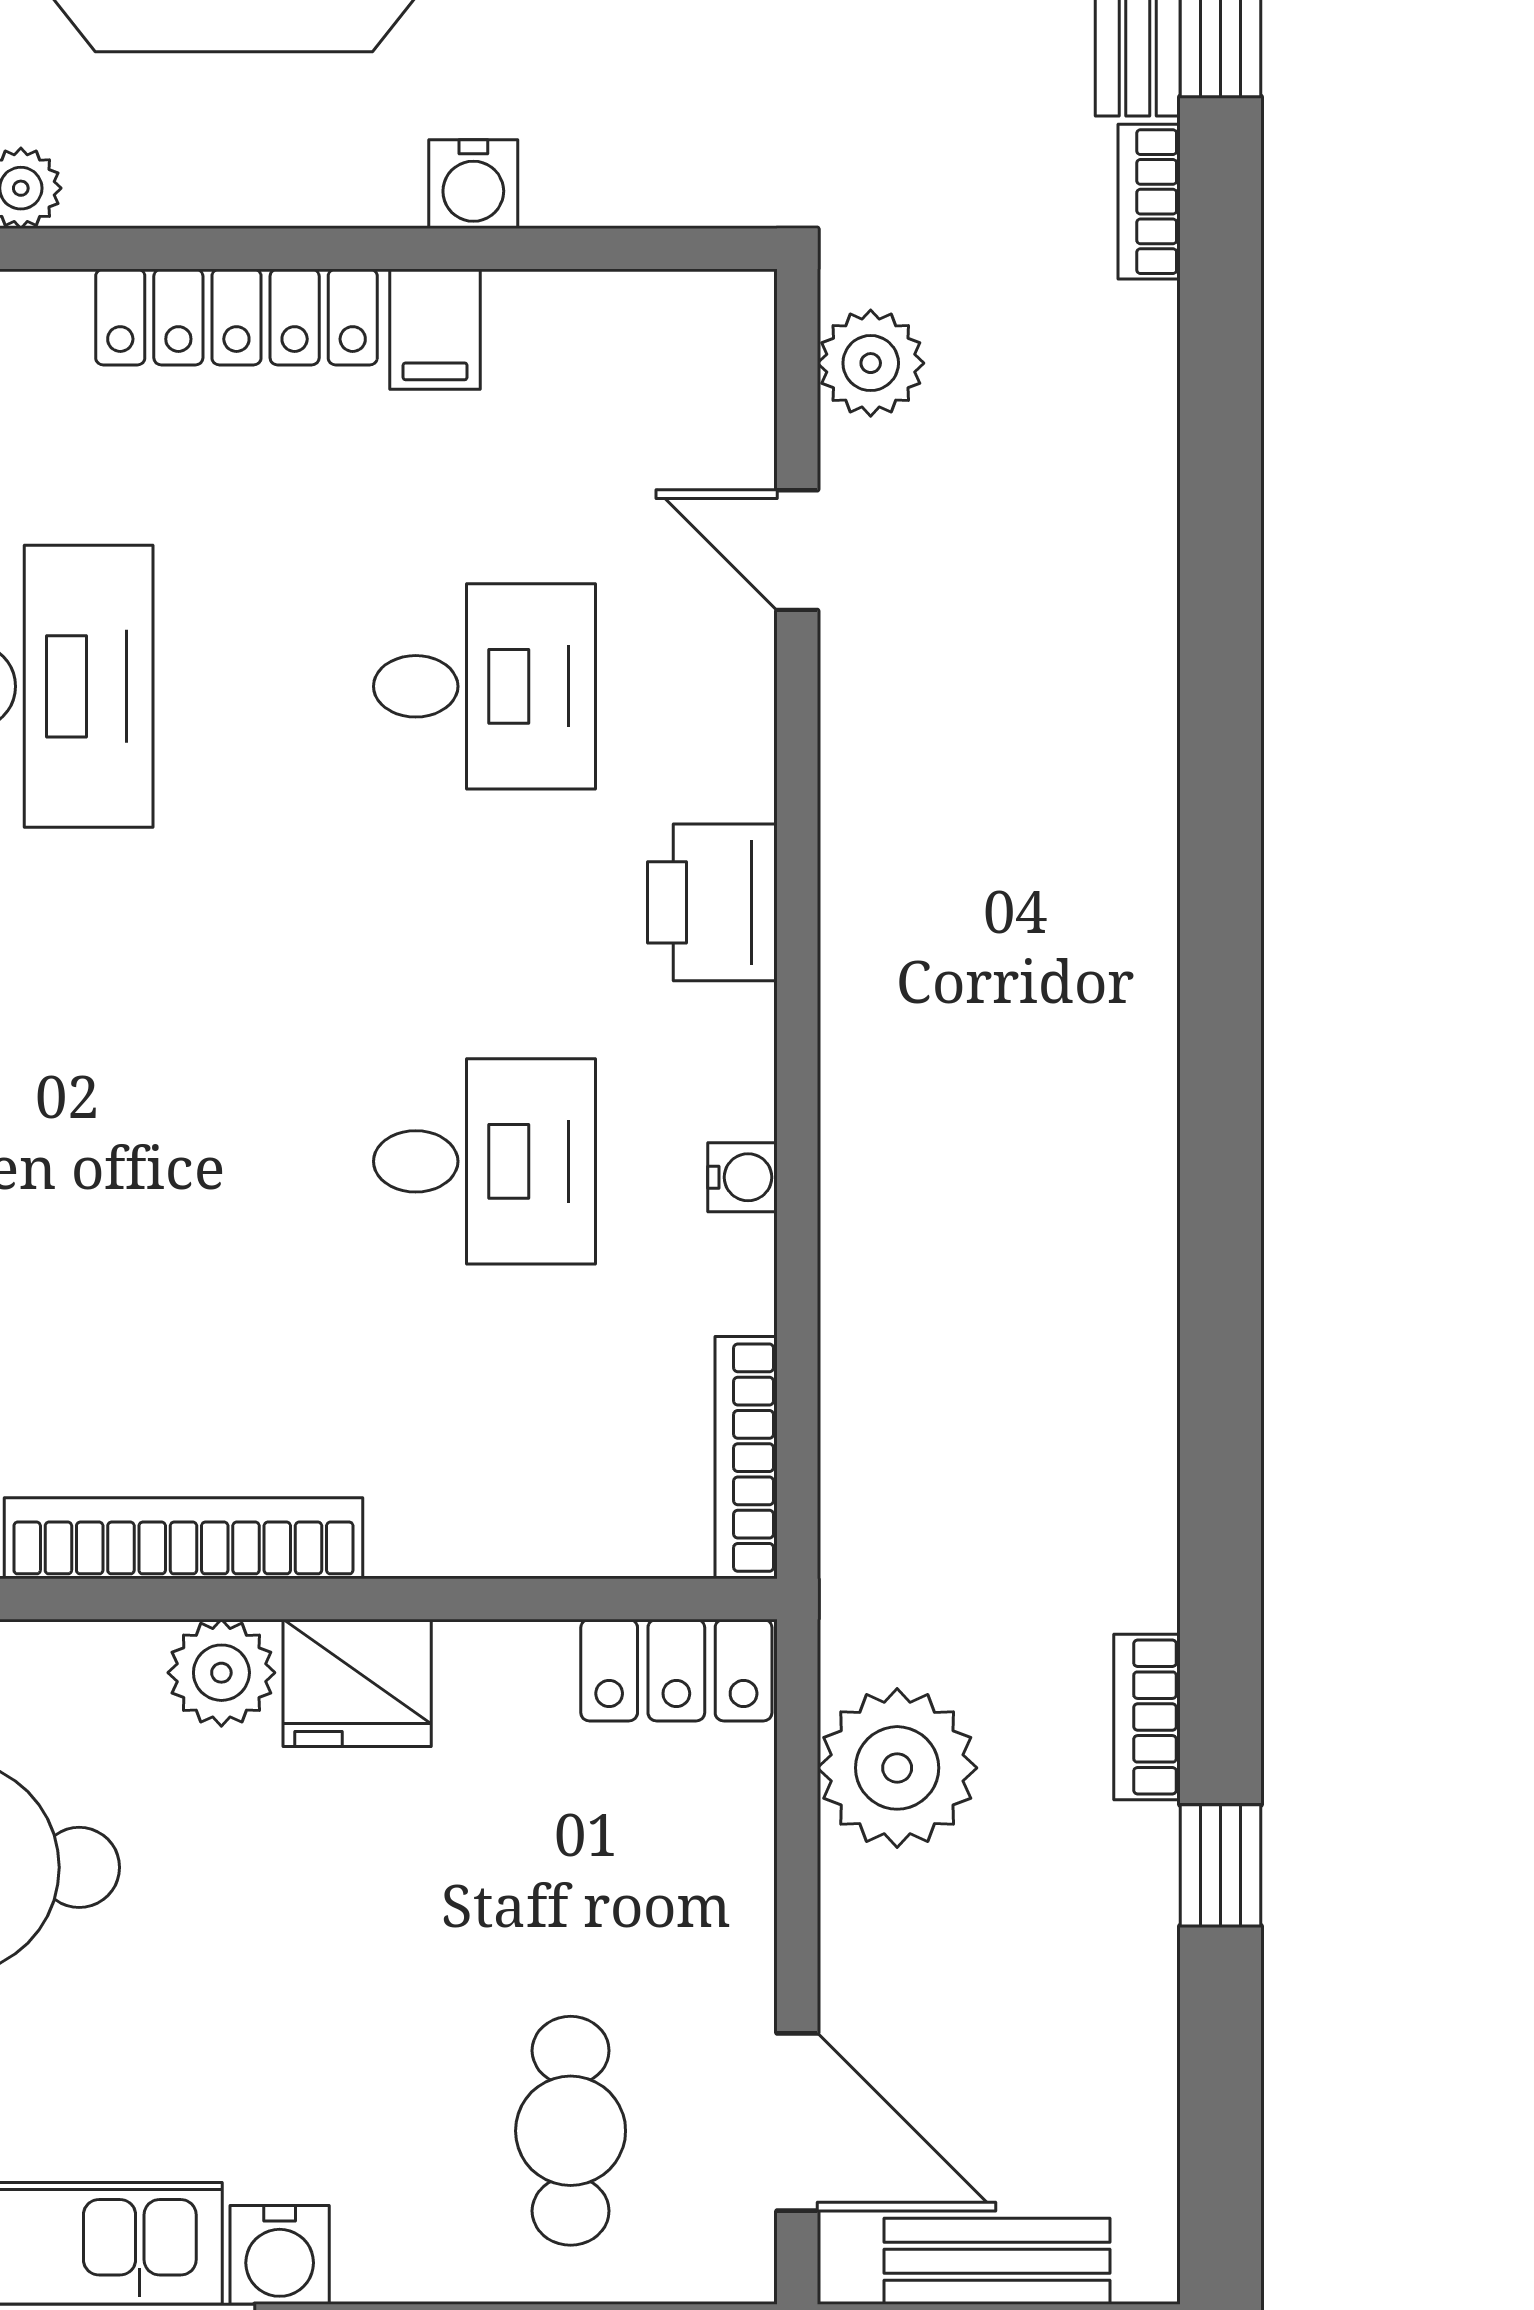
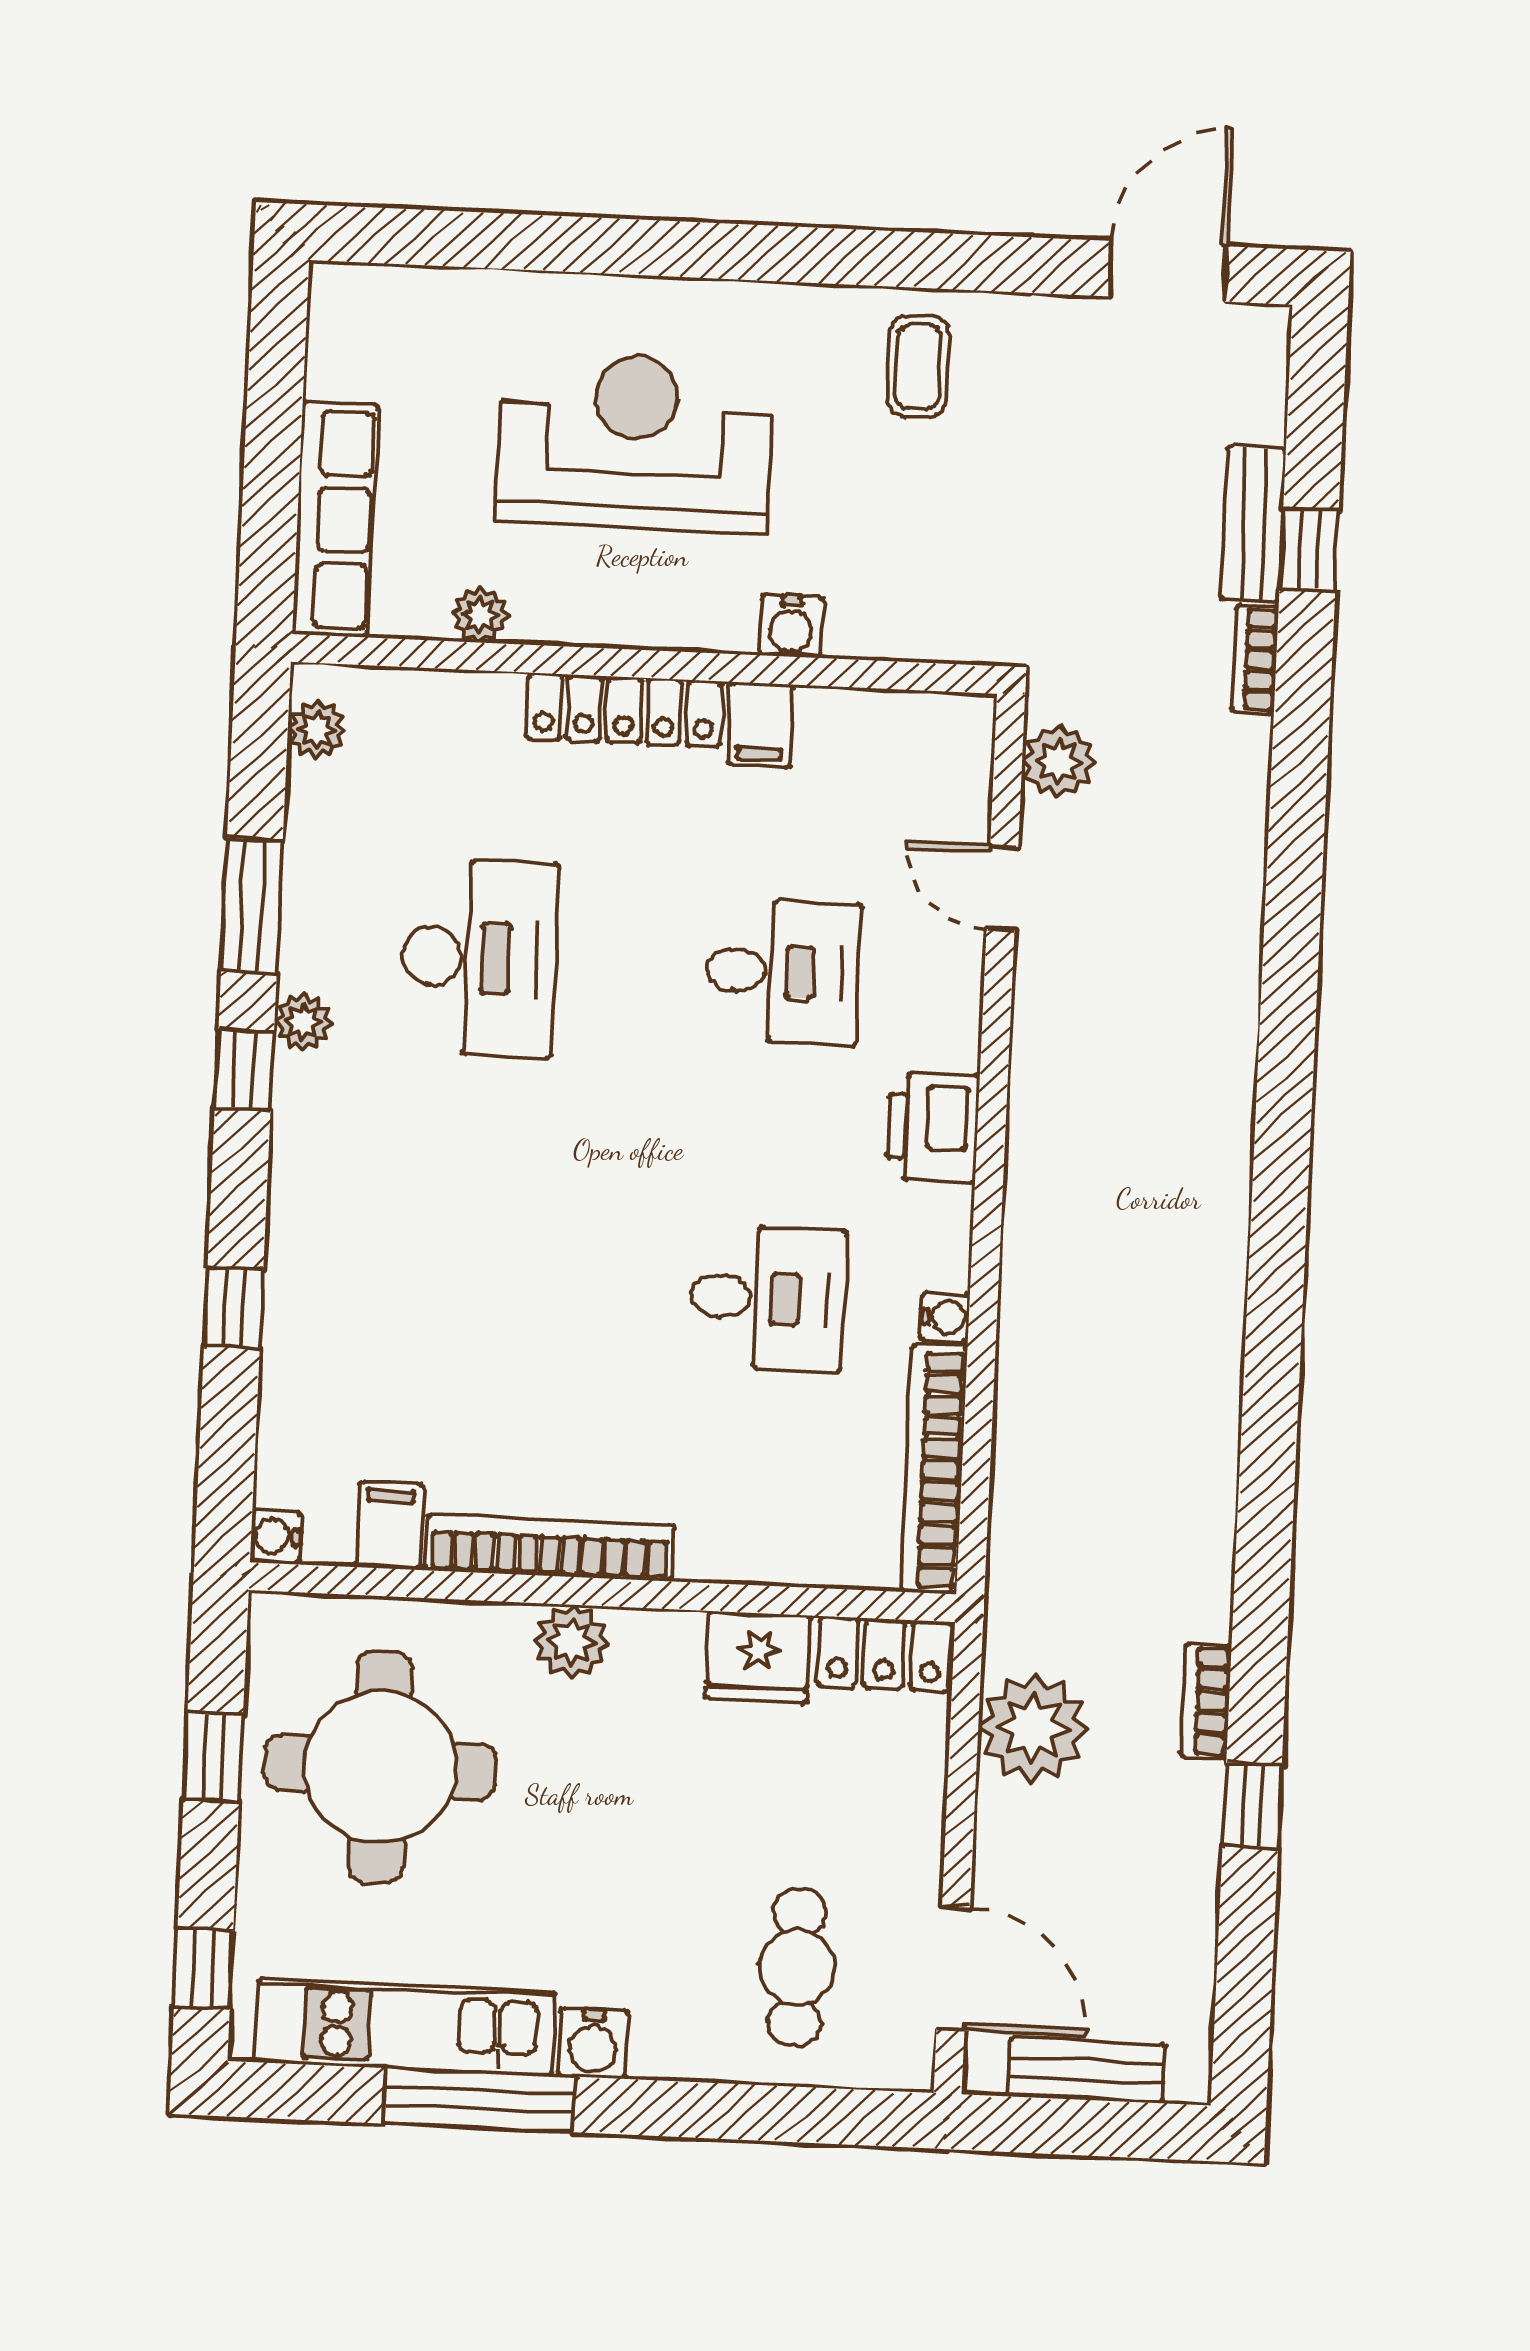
bookcase: (746, 1458) -> (934, 1470), width x1.48, depth x1.31
fridge: (357, 1683) -> (758, 1657), moved

